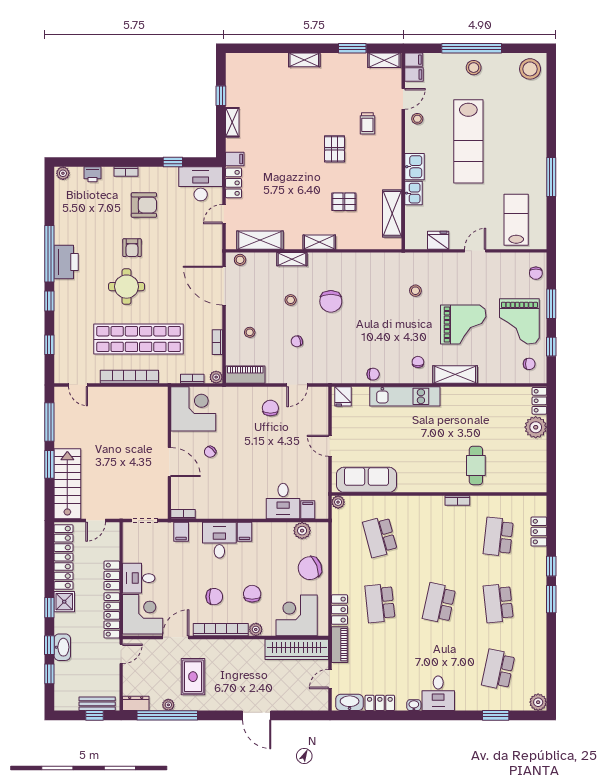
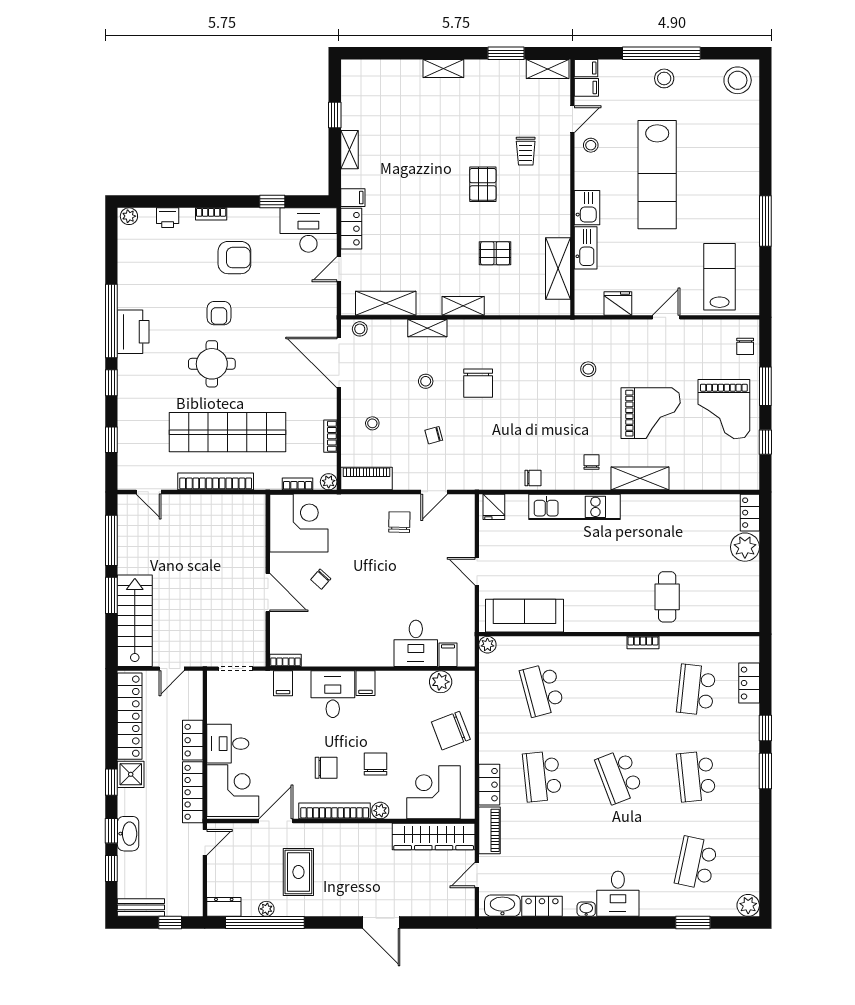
kitchen sink: (413, 193) -> (586, 248), width x1.38
chair: (529, 364) -> (736, 465), removed
school desk: (439, 603) -> (619, 776), turned -33
bench: (97, 704) -> (141, 907), moved

